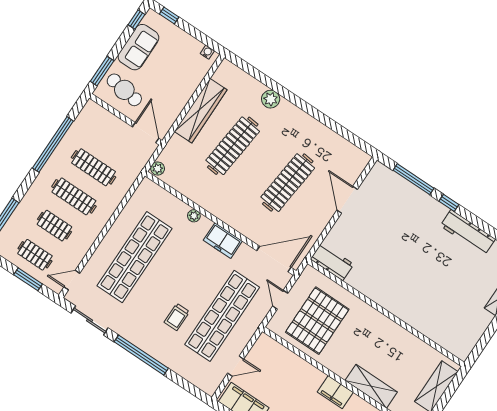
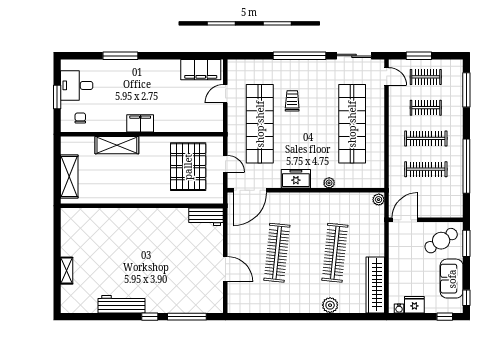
fridge: (190, 46) -> (414, 305), added
cafe table: (124, 90) -> (441, 241), turned -40
wardrobe: (201, 111) -> (375, 285), moved
door: (146, 133) -> (405, 220), swing flipped
door: (72, 280) -> (387, 76), hinge flipped

